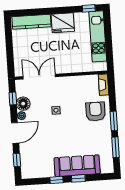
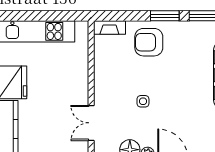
double door: (39, 77) -> (91, 123), width x0.73

